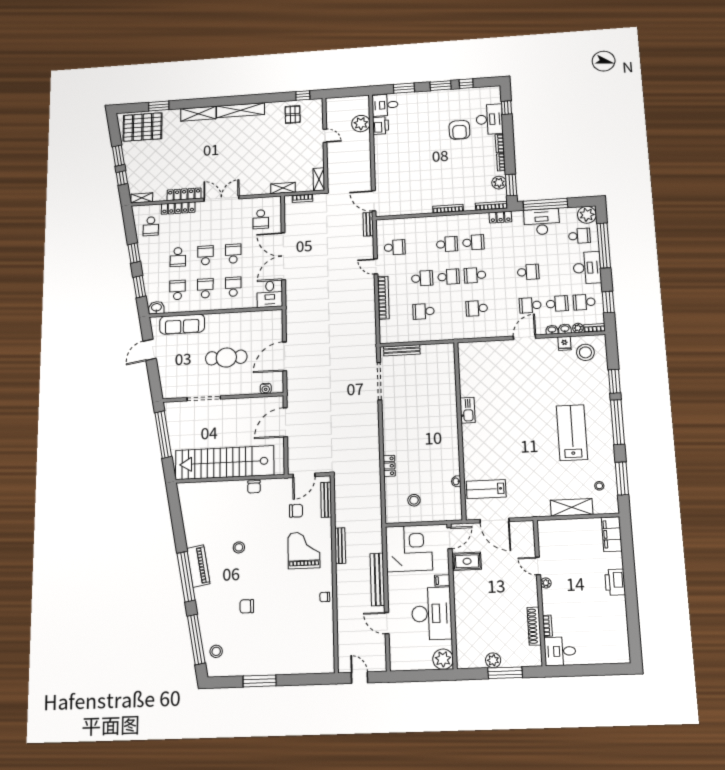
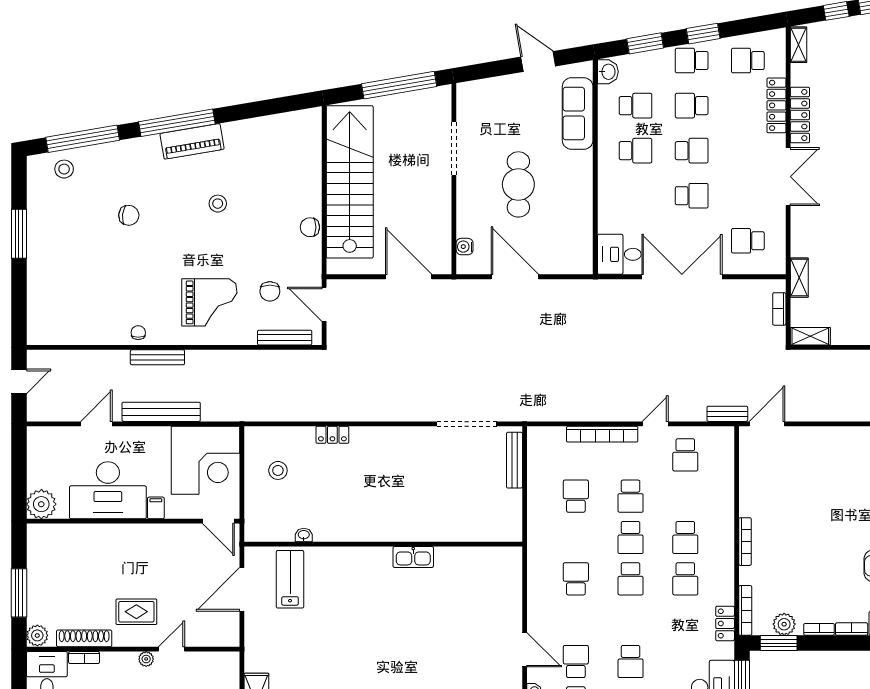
school desk: (475, 275) -> (631, 579), turned 180
school desk: (233, 287) -> (692, 61), moved, turned 180
bench: (340, 546) -> (157, 357), moved
rug: (467, 561) -> (136, 612), moved, turned 90
chair: (247, 606) -> (129, 215), turned 96
plant: (493, 660) -> (37, 635), moved

